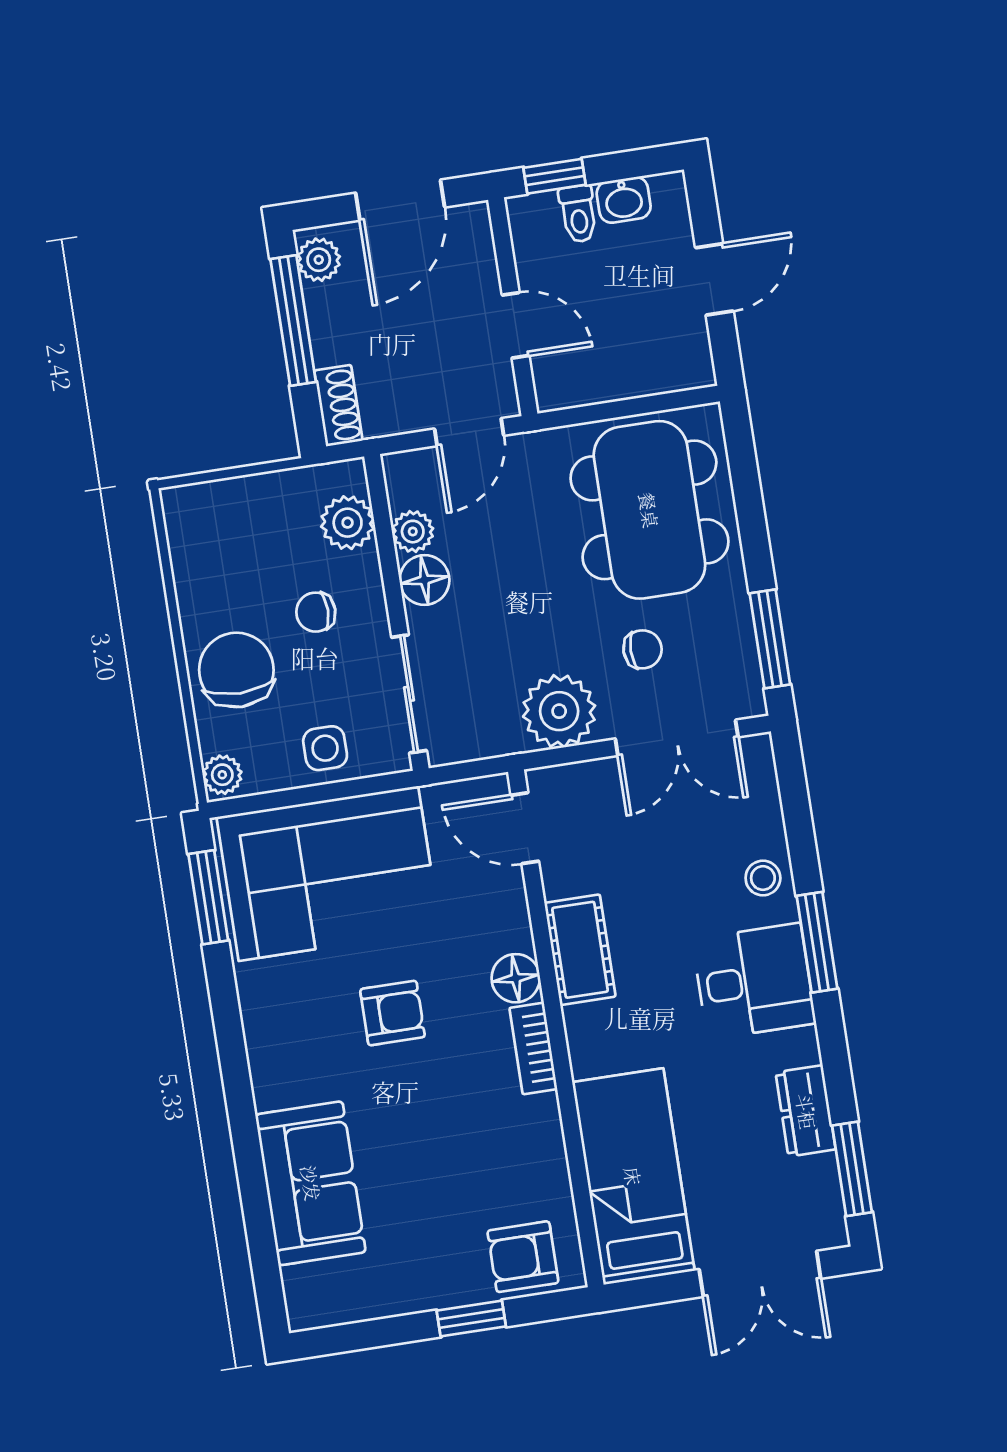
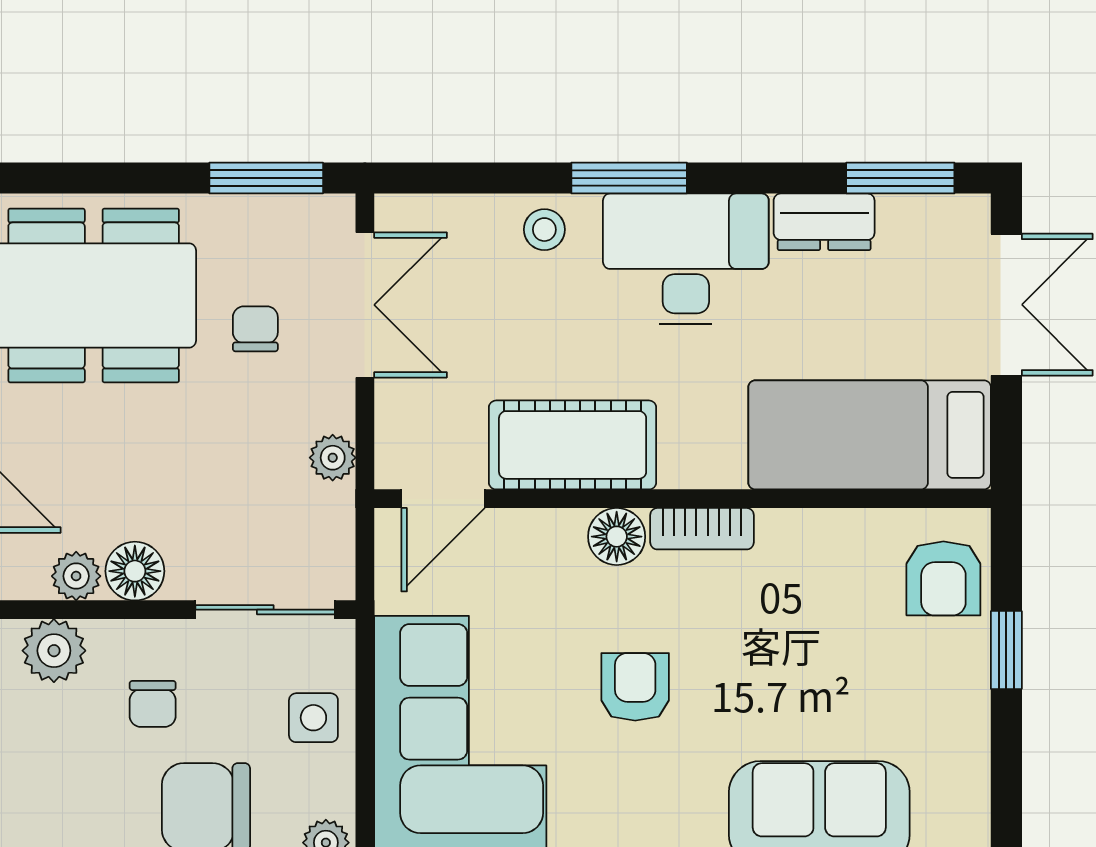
plant: (559, 711) -> (333, 458), width x0.53, depth x0.53
cot: (580, 950) -> (573, 445), width x1.37, depth x1.34
desk: (754, 981) -> (686, 259), width x1.37

